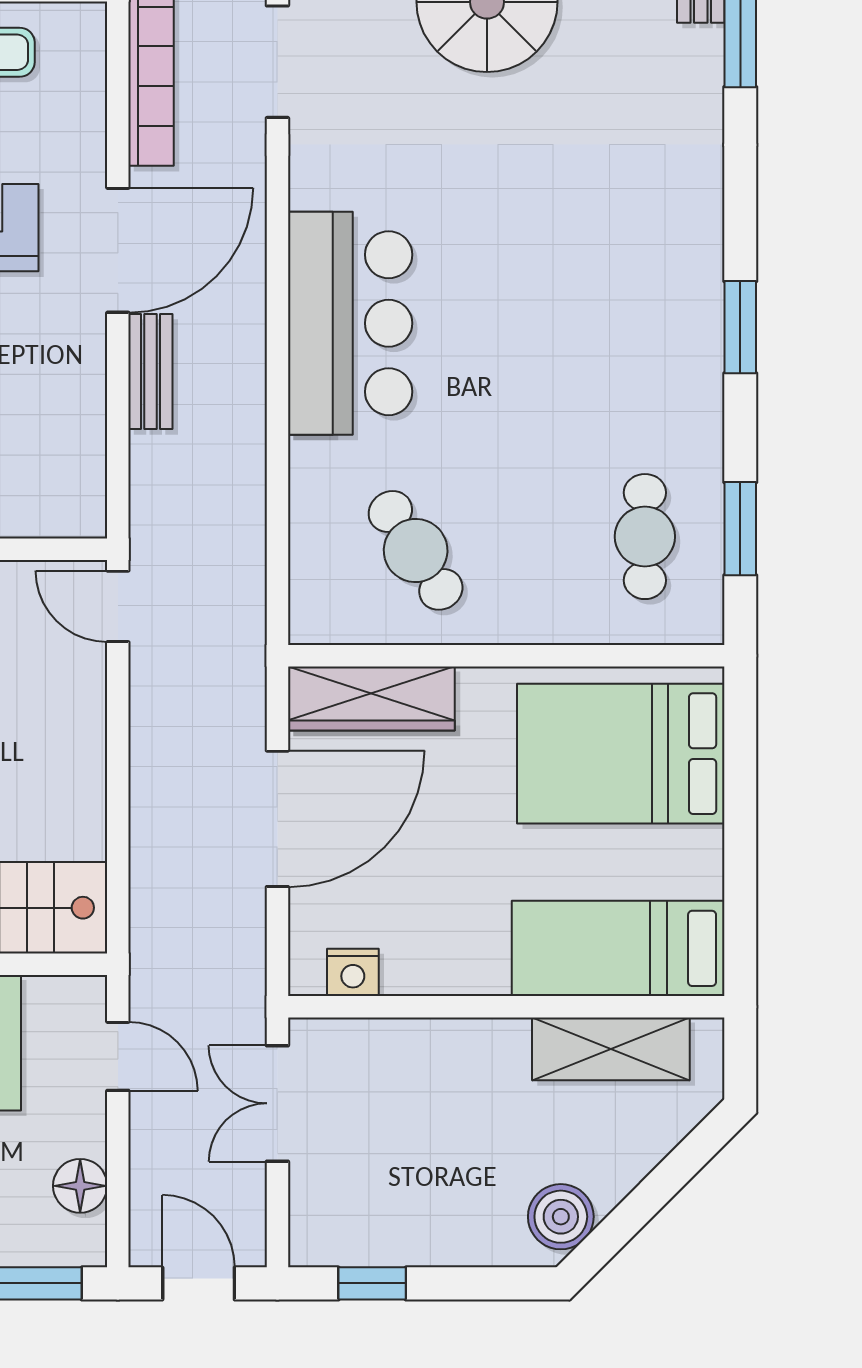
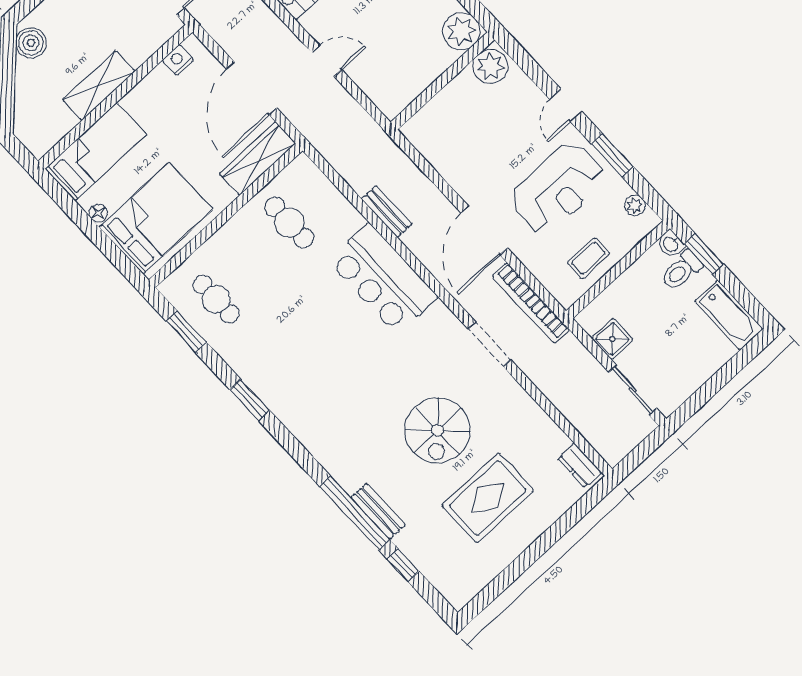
bench: (150, 372) -> (387, 212), moved
cafe table: (416, 550) -> (289, 222), turned 33
door: (118, 606) -> (327, 61), moved
floor lamp: (705, 847) -> (98, 213), added
shelving: (611, 1049) -> (99, 86), moved

